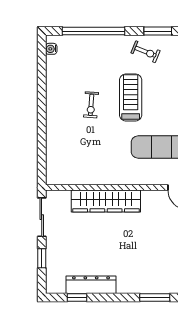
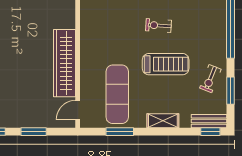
wardrobe: (106, 201) -> (65, 63), moved

